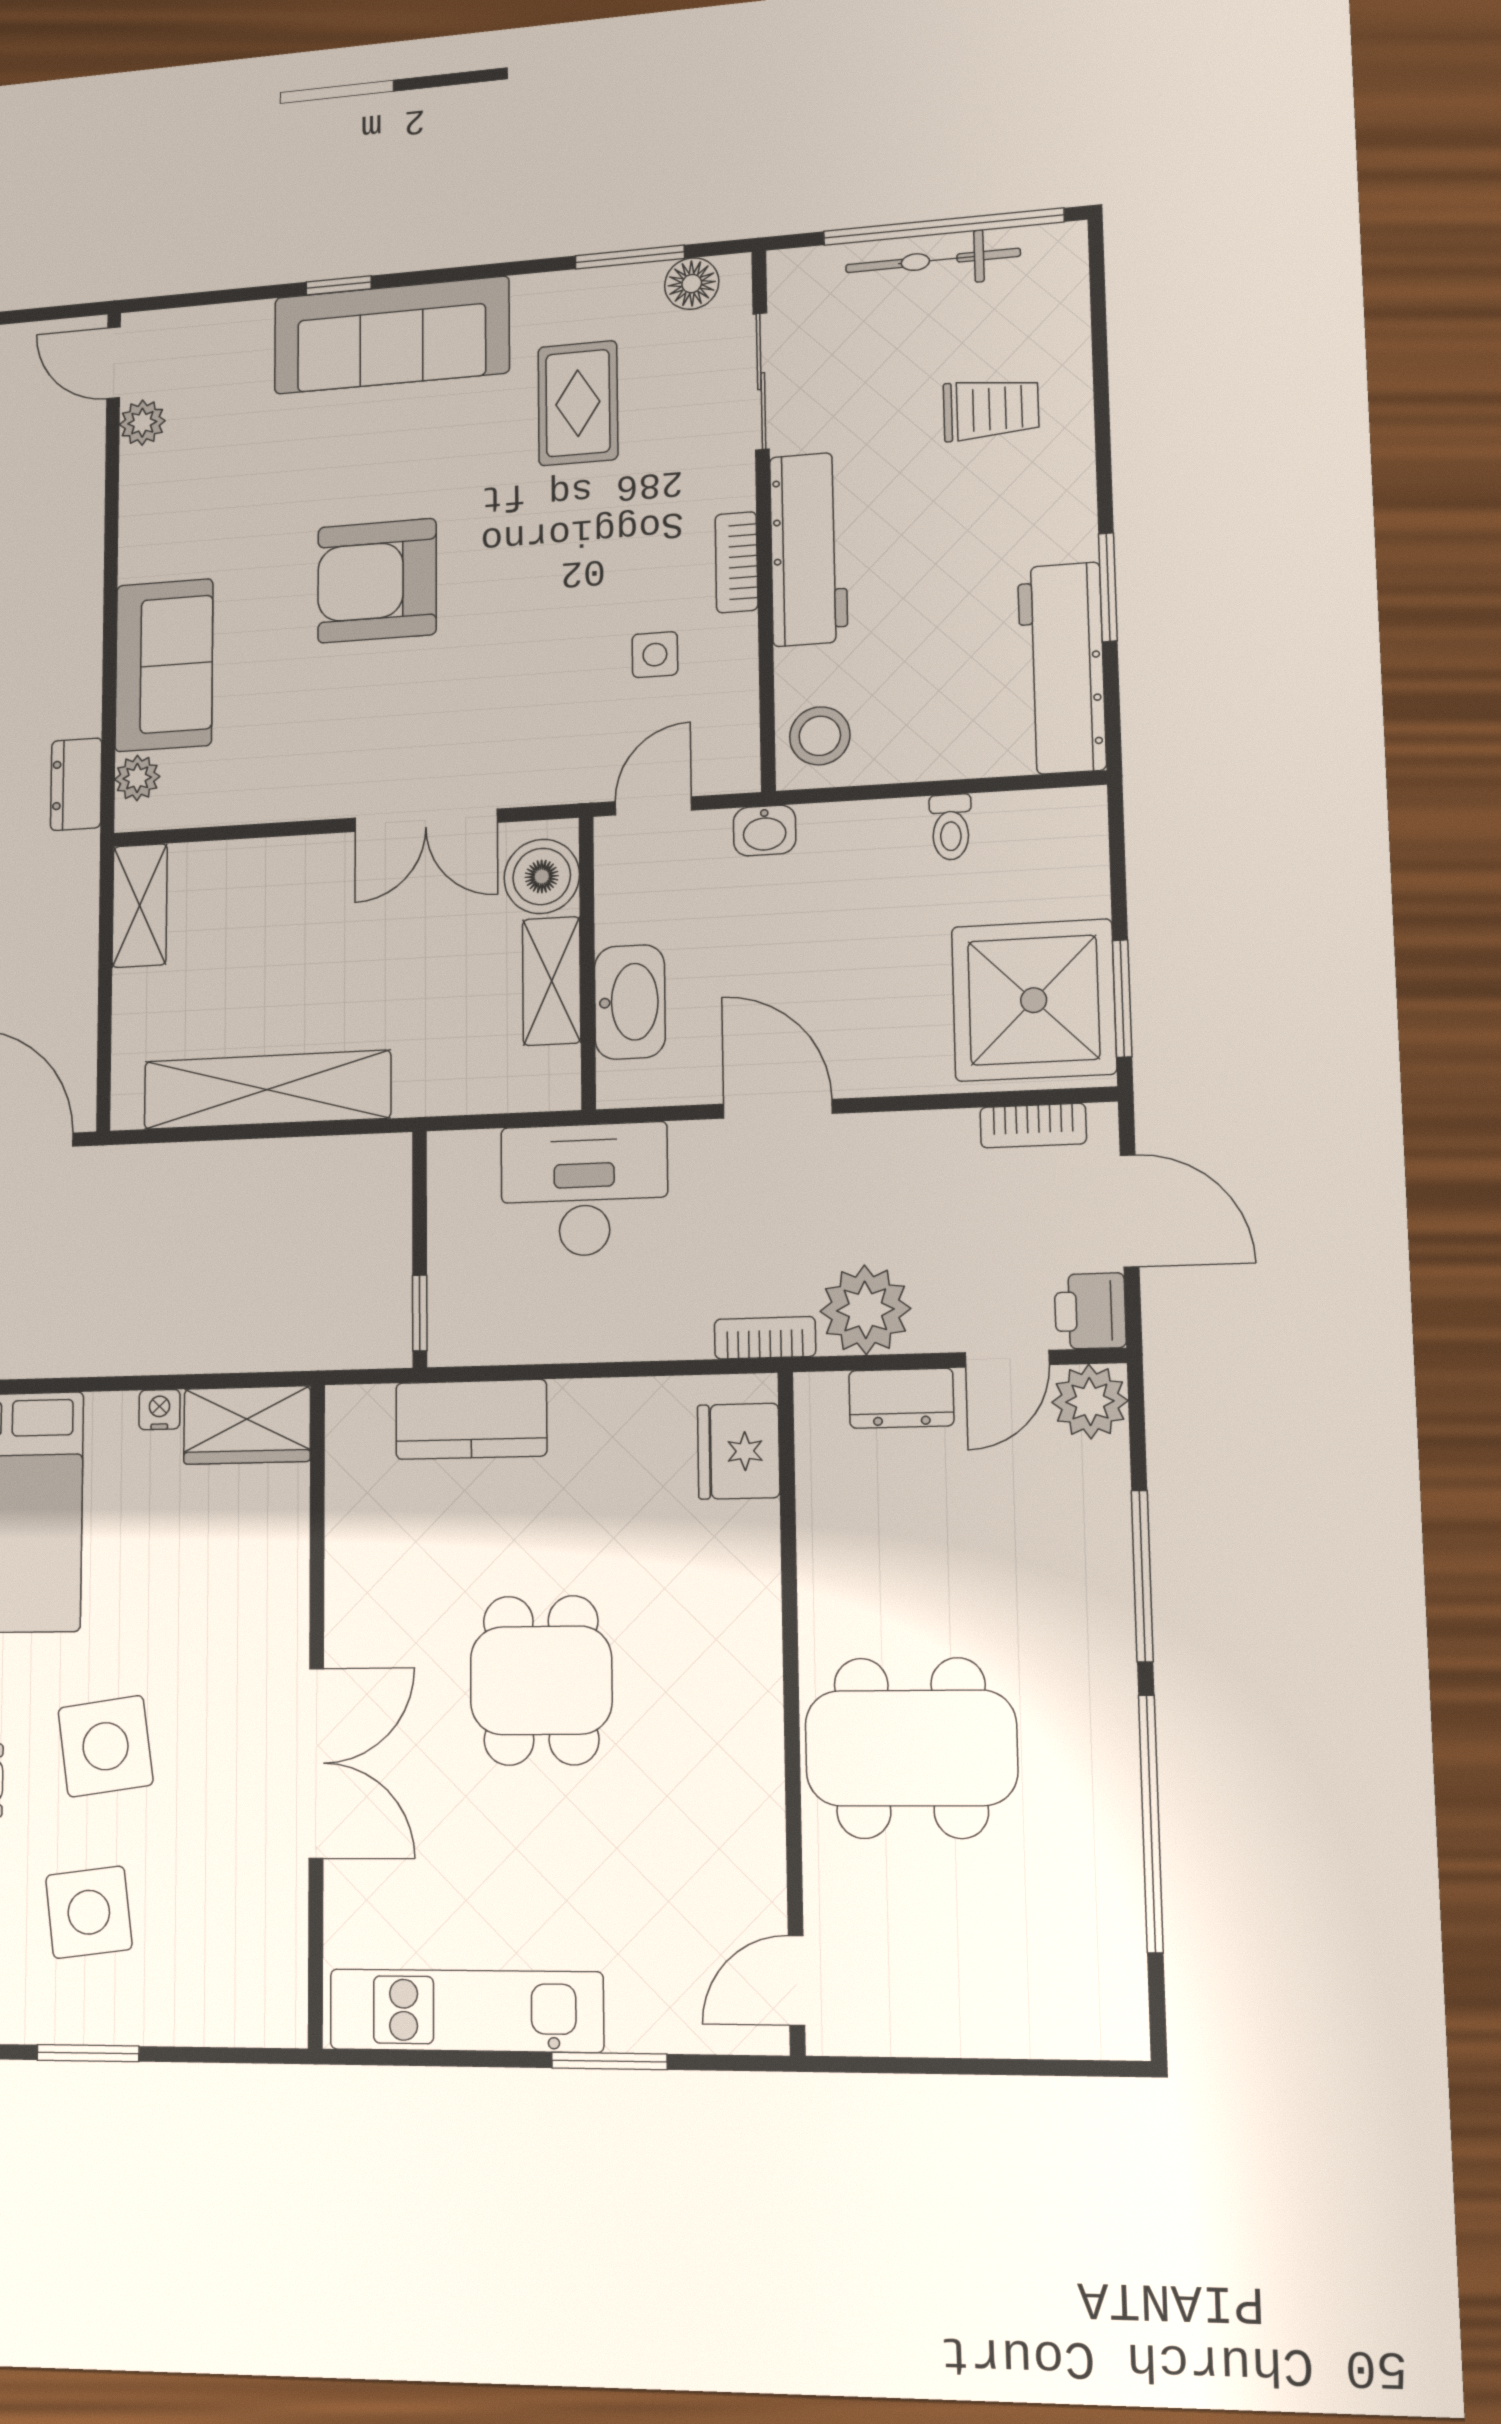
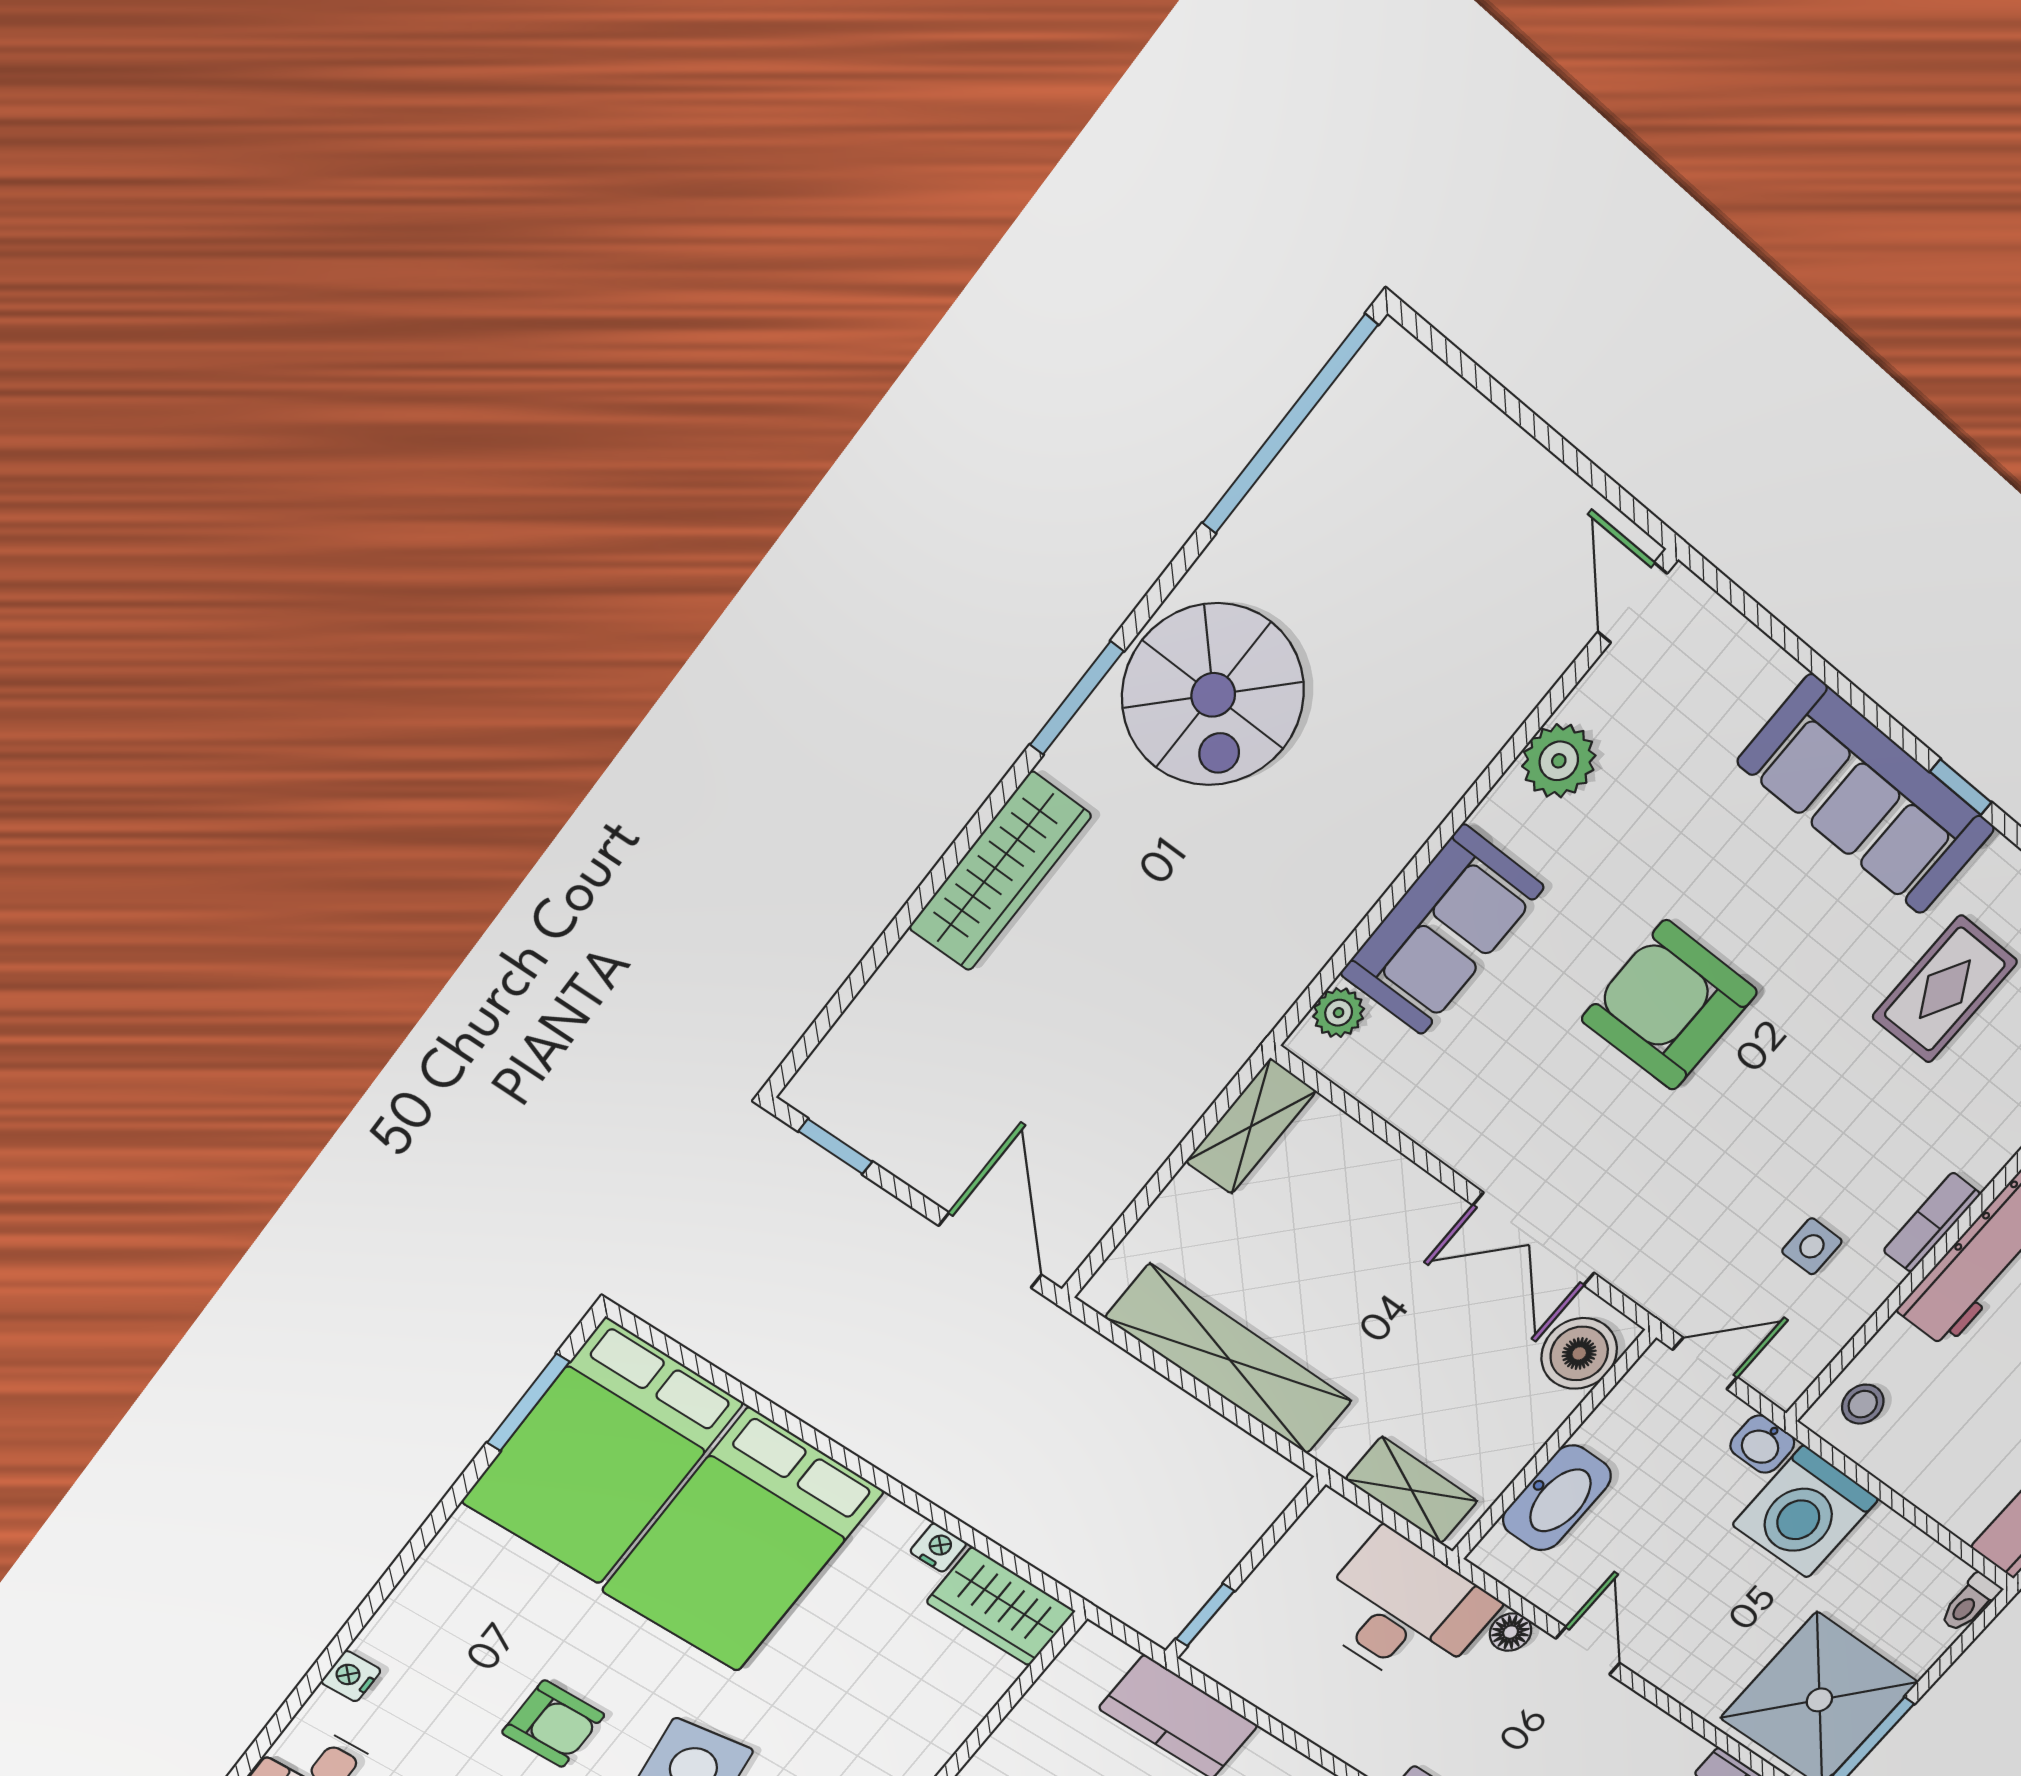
window: (339, 285) -> (1961, 787), moved
plant: (142, 423) -> (1559, 761), moved, width x1.38, depth x1.38
stool: (820, 736) -> (1863, 1404), width x0.73, depth x0.73
dresser: (76, 784) -> (1283, 975), removed
toilet: (951, 827) -> (1970, 1603), moved
washing machine: (857, 855) -> (1805, 1512), added
shelving: (552, 981) -> (1412, 1490), moved, turned 90
door: (778, 1109) -> (1588, 1651), width x0.73
floor lamp: (694, 1142) -> (1511, 1632), added

